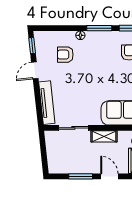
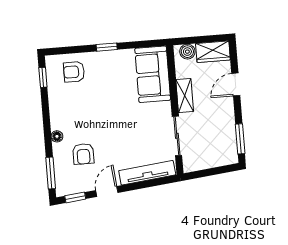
window: (99, 28) -> (51, 173), moved
door: (35, 70) -> (107, 191), swing flipped
window: (81, 176) -> (240, 139), moved

